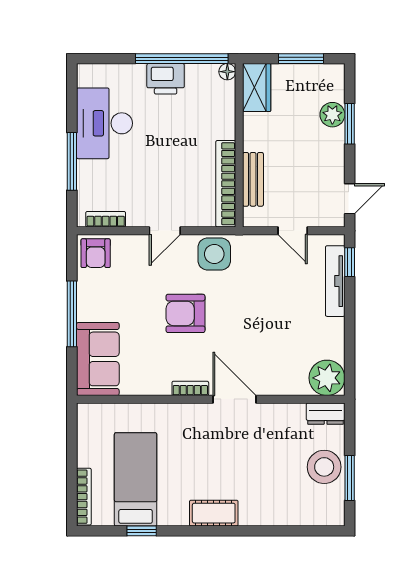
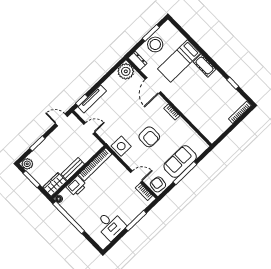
printer: (166, 79) -> (76, 186), moved, turned 90
plant: (332, 115) -> (27, 164), moved
desk: (104, 123) -> (110, 225), width x0.73
bench: (253, 179) -> (73, 169), moved
door: (165, 231) -> (136, 177), moved
door: (293, 231) -> (89, 128), hinge flipped
armchair: (96, 253) -> (158, 184), turned -83
sofa: (98, 359) -> (180, 162), moved
door: (234, 399) -> (153, 86), moved
bed: (136, 479) -> (179, 61), moved

